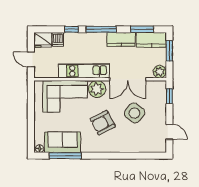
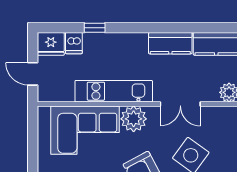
window: (101, 29) -> (140, 28), removed
window: (142, 29) -> (202, 28), removed
double door: (128, 79) -> (180, 104), width x0.73

